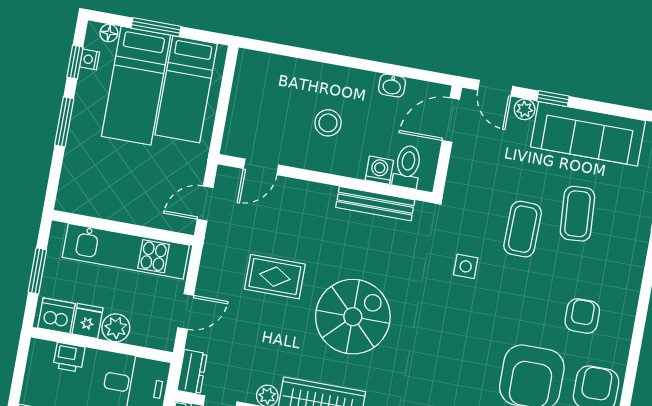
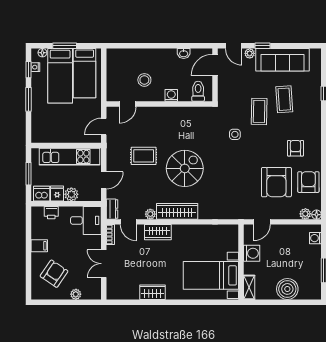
stool: (328, 123) -> (144, 80), moved
washing machine: (379, 170) -> (171, 95), moved
bench: (375, 204) -> (186, 112), removed

